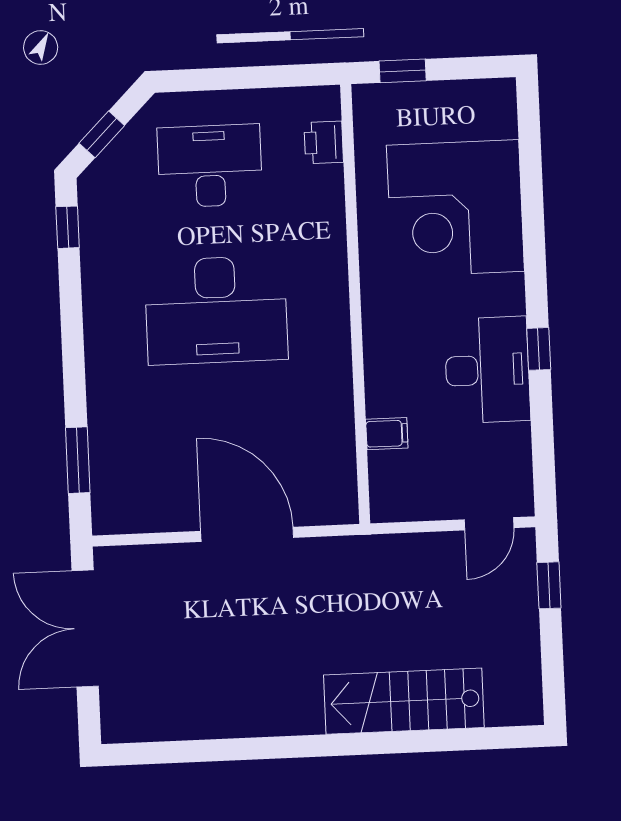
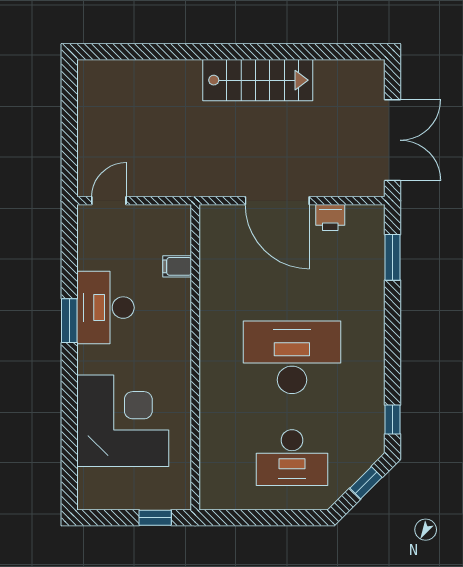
printer: (324, 142) -> (330, 218), moved, turned 90
window: (539, 349) -> (69, 321), width x1.50
window: (549, 585) -> (69, 156), removed
stairs: (404, 701) -> (258, 80), moved

